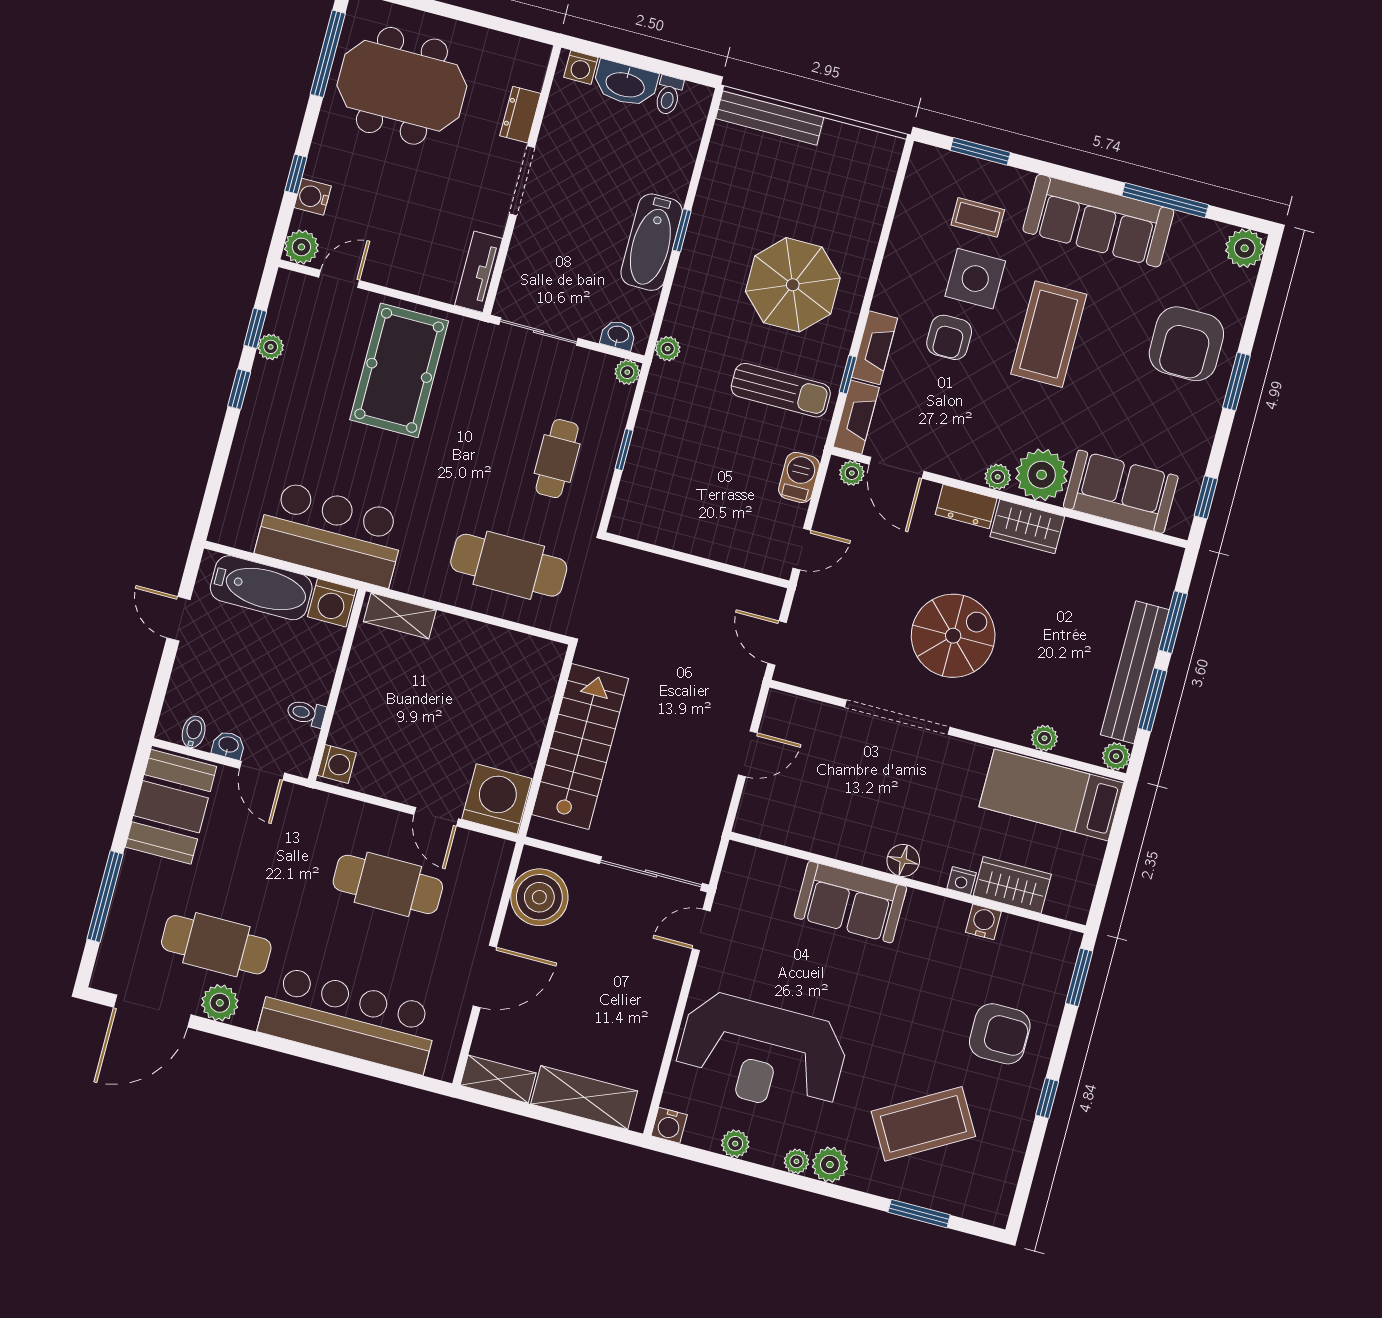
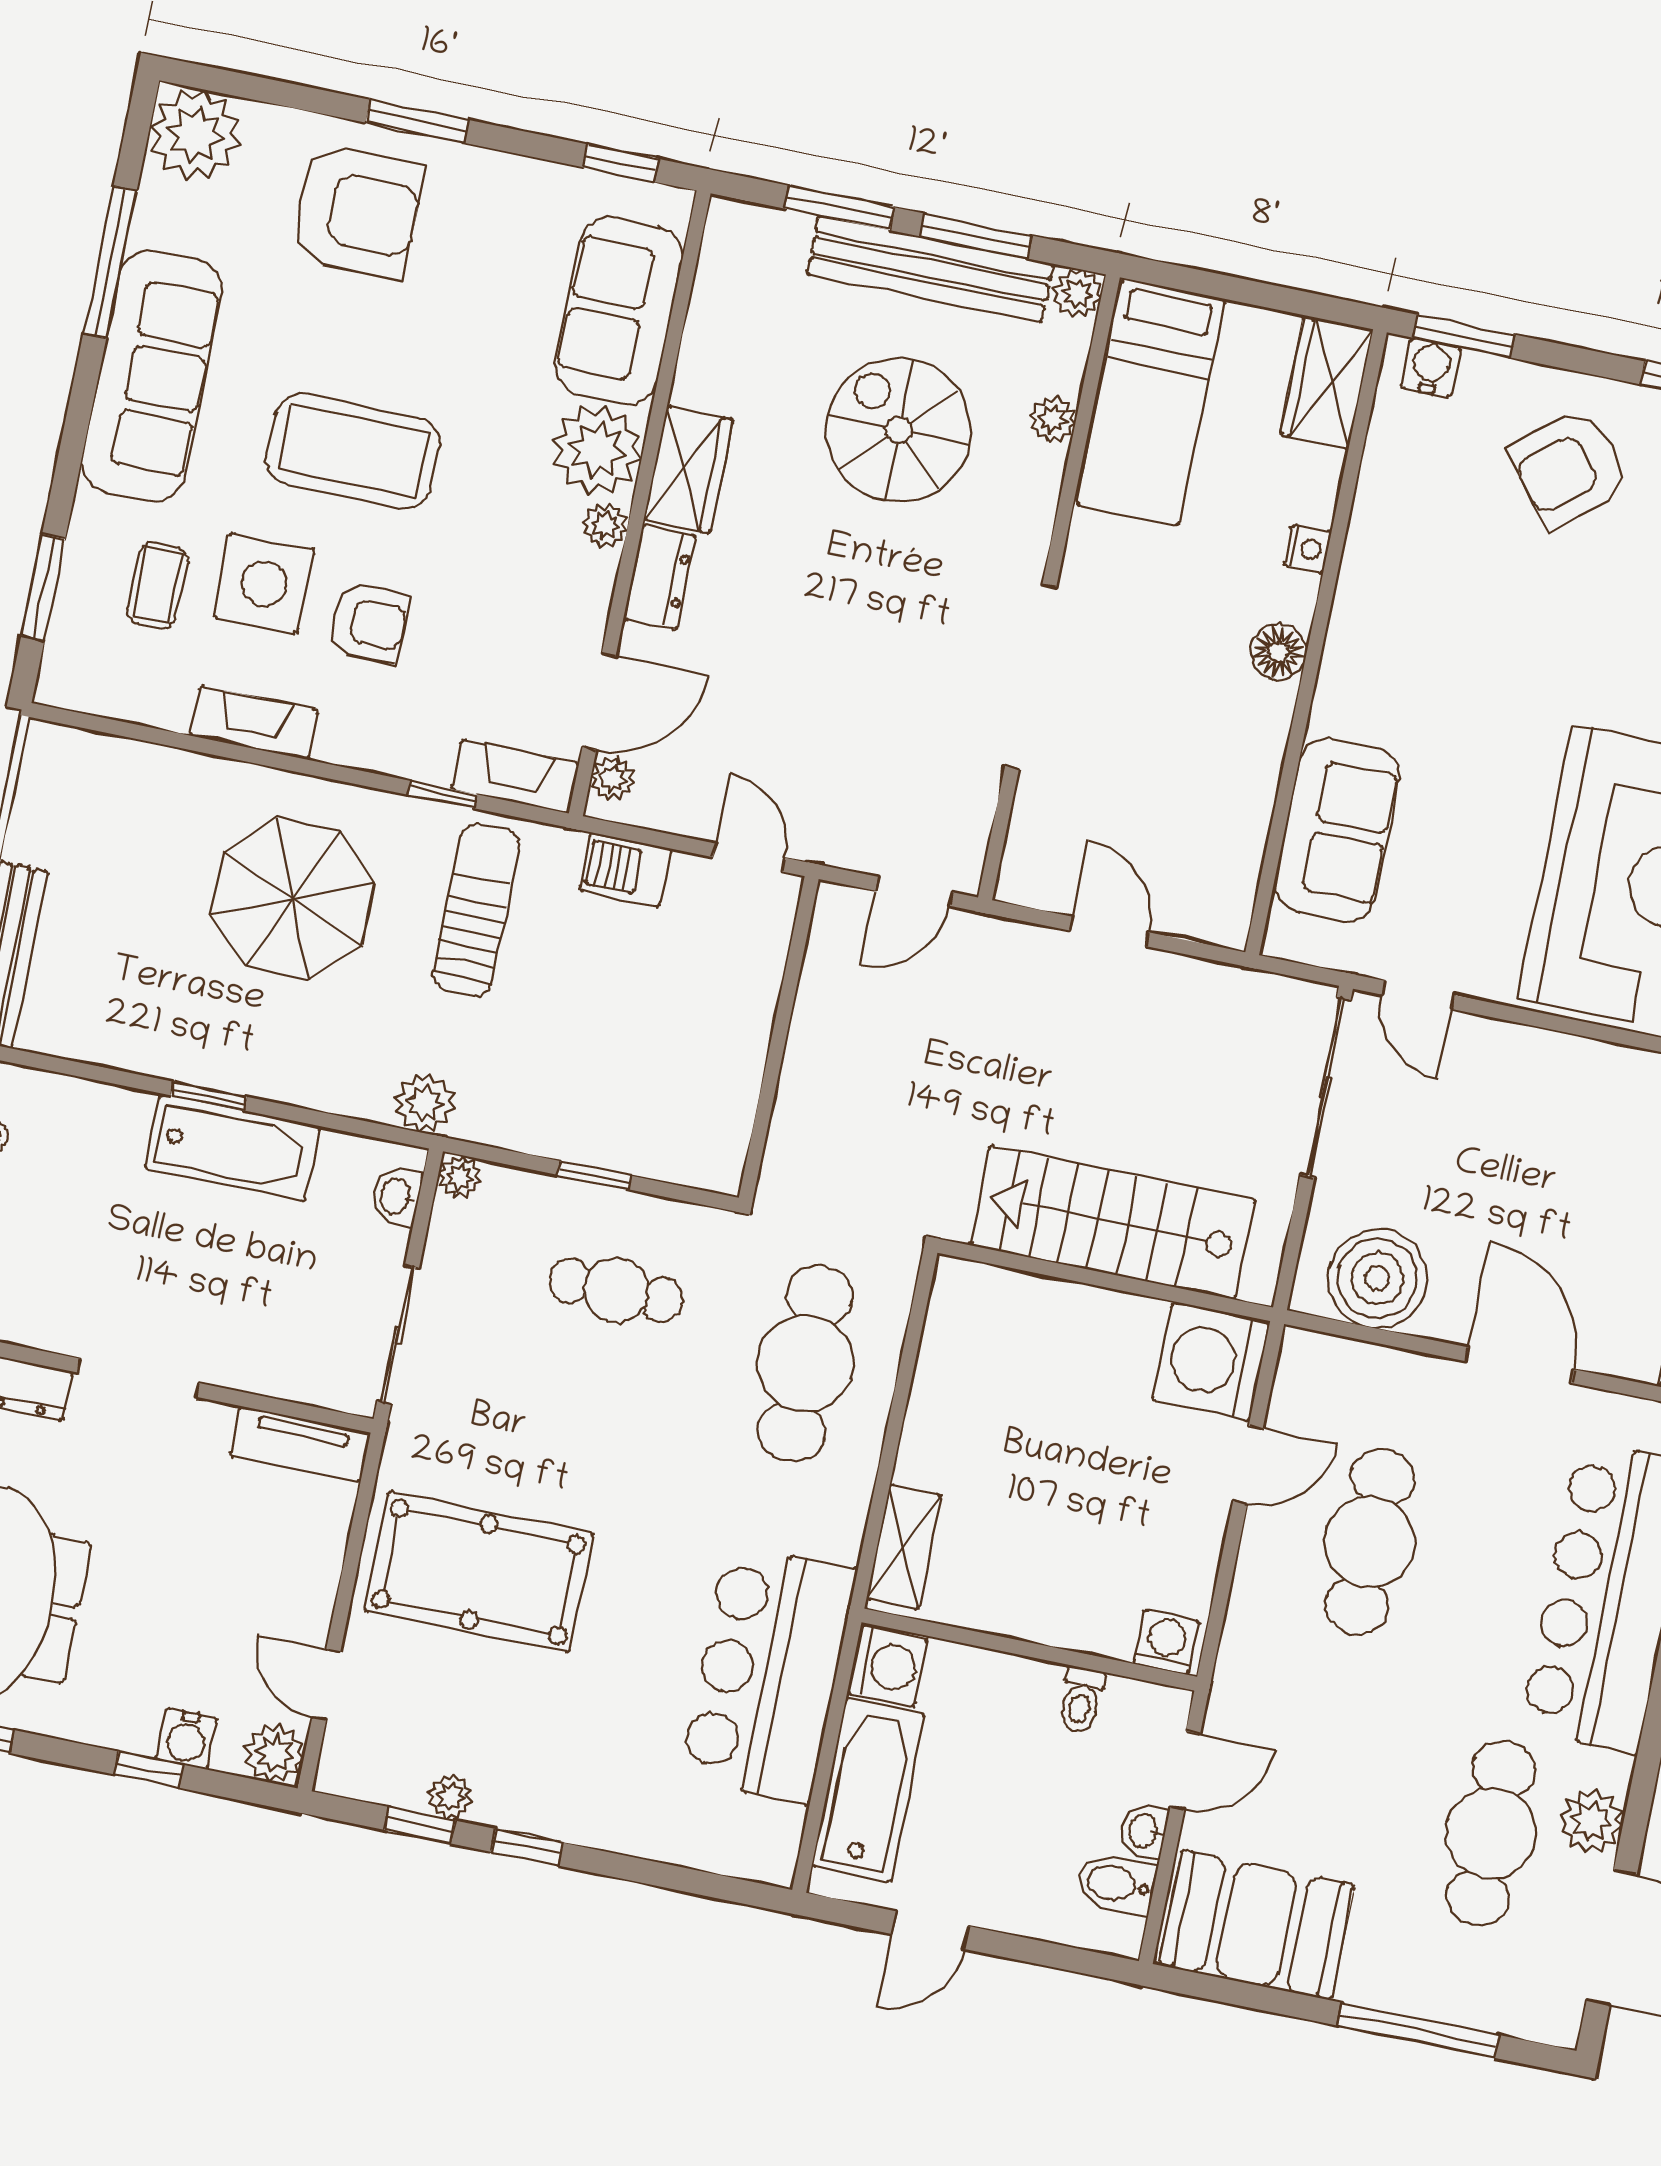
plant: (1245, 248) -> (195, 134), width x1.36, depth x1.36
fireplace: (874, 348) -> (254, 723), moved
plant: (668, 349) -> (425, 1103), width x1.38, depth x1.38
spiral stairs: (953, 636) -> (898, 430), moved
bidet: (194, 732) -> (1116, 1884), width x1.38, depth x1.36
wardrobe: (1012, 885) -> (1326, 382), moved
sofa: (850, 902) -> (1337, 830), moved
water cooler: (983, 922) -> (1431, 367), moved, turned 90
armchair: (1000, 1034) -> (1569, 468), turned -129

